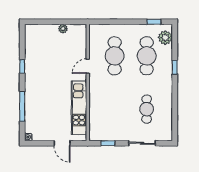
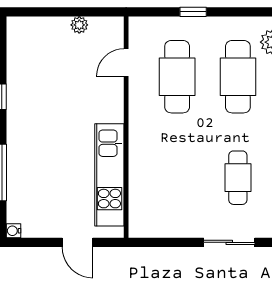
window: (154, 22) -> (193, 12), moved
door: (88, 66) -> (126, 62), moved
window: (108, 143) -> (165, 242), removed

